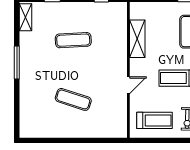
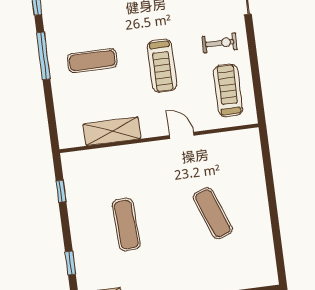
exercise mat: (73, 99) -> (213, 213), turned -39

